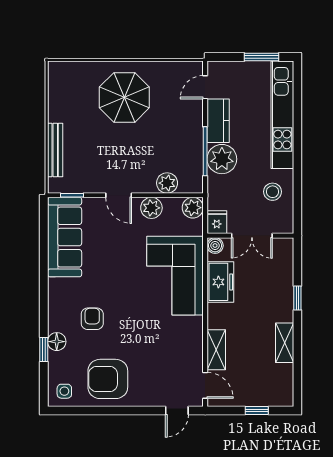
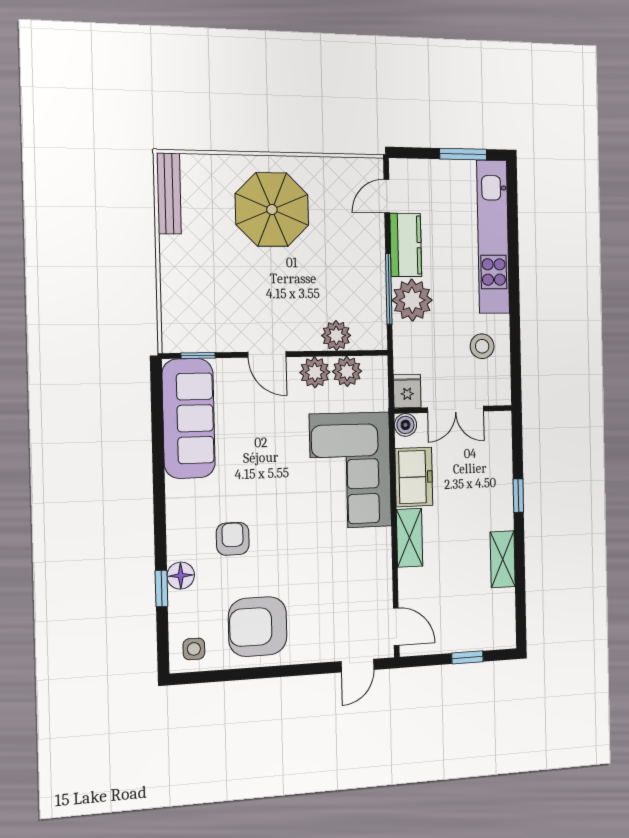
bench: (55, 150) -> (169, 194), moved
plant: (193, 208) -> (347, 371), moved
shelving: (216, 350) -> (410, 538), moved

